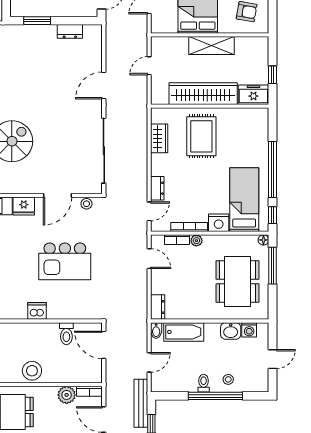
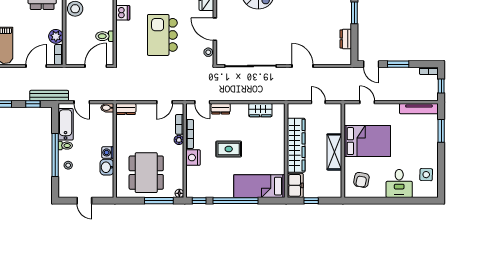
rug: (201, 136) -> (229, 149), moved, width x0.73, depth x0.70
bed: (244, 200) -> (259, 186), moved, turned 180
dining table: (237, 282) -> (146, 173), turned 90
washing machine: (249, 330) -> (108, 152), moved
bathtub: (184, 332) -> (66, 124), moved, turned 180

